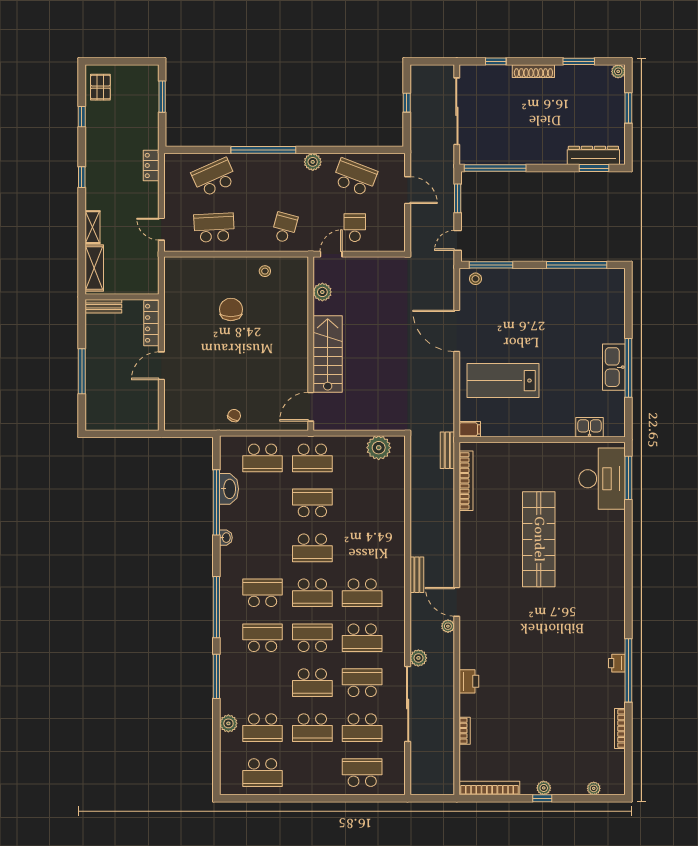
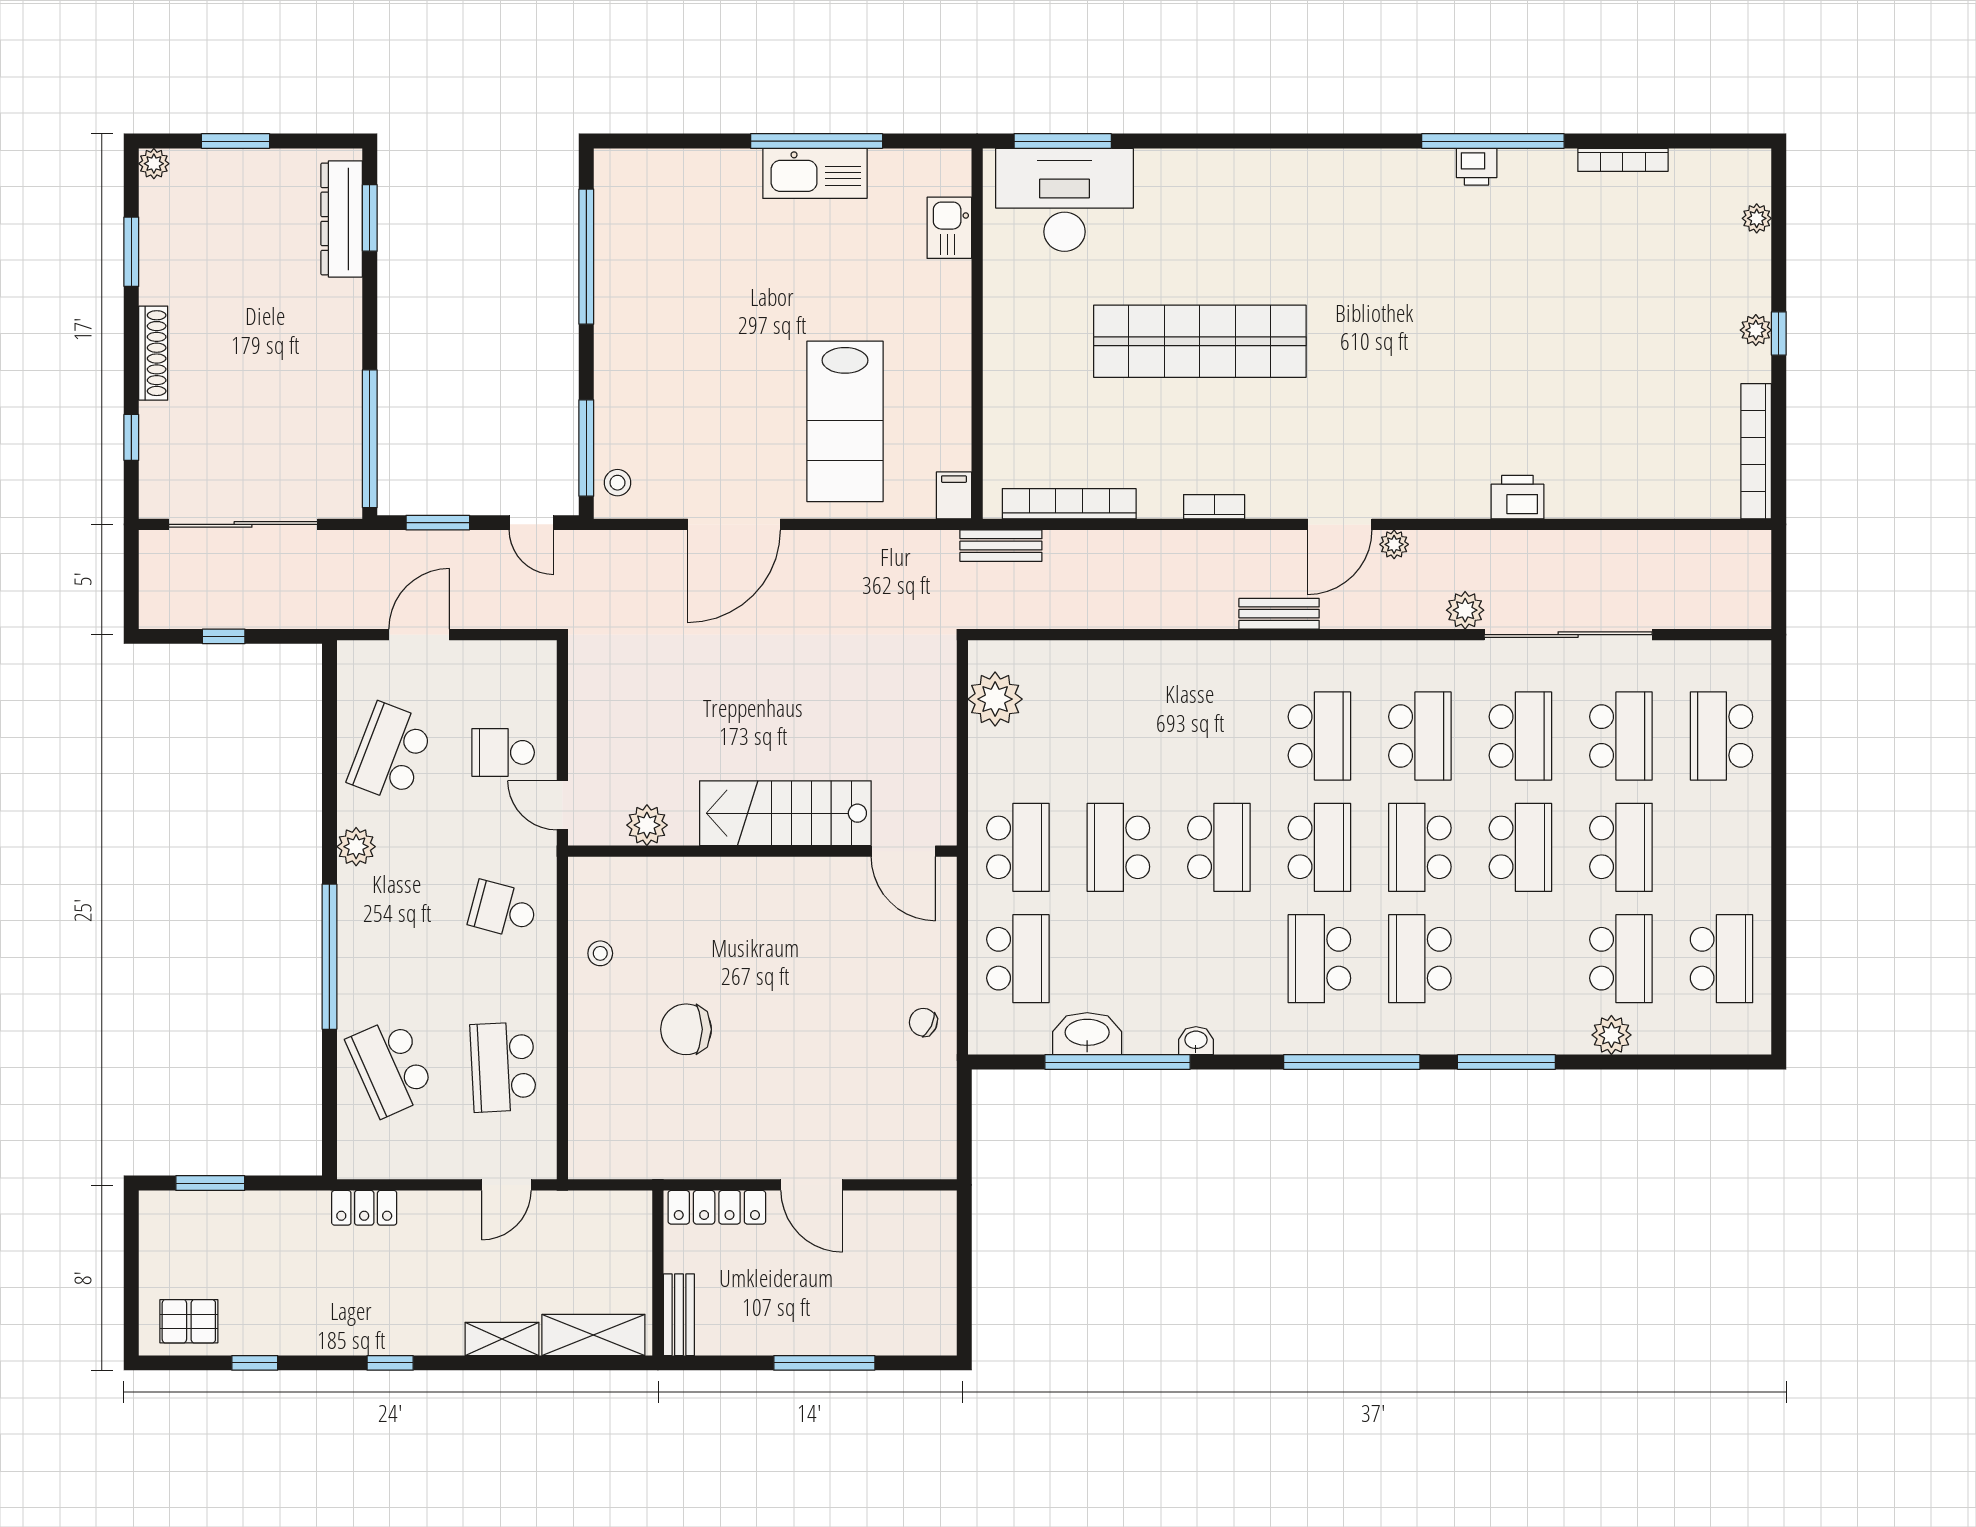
school desk: (362, 683) -> (1520, 736), turned 180
bookcase: (465, 731) -> (1214, 507), moved

